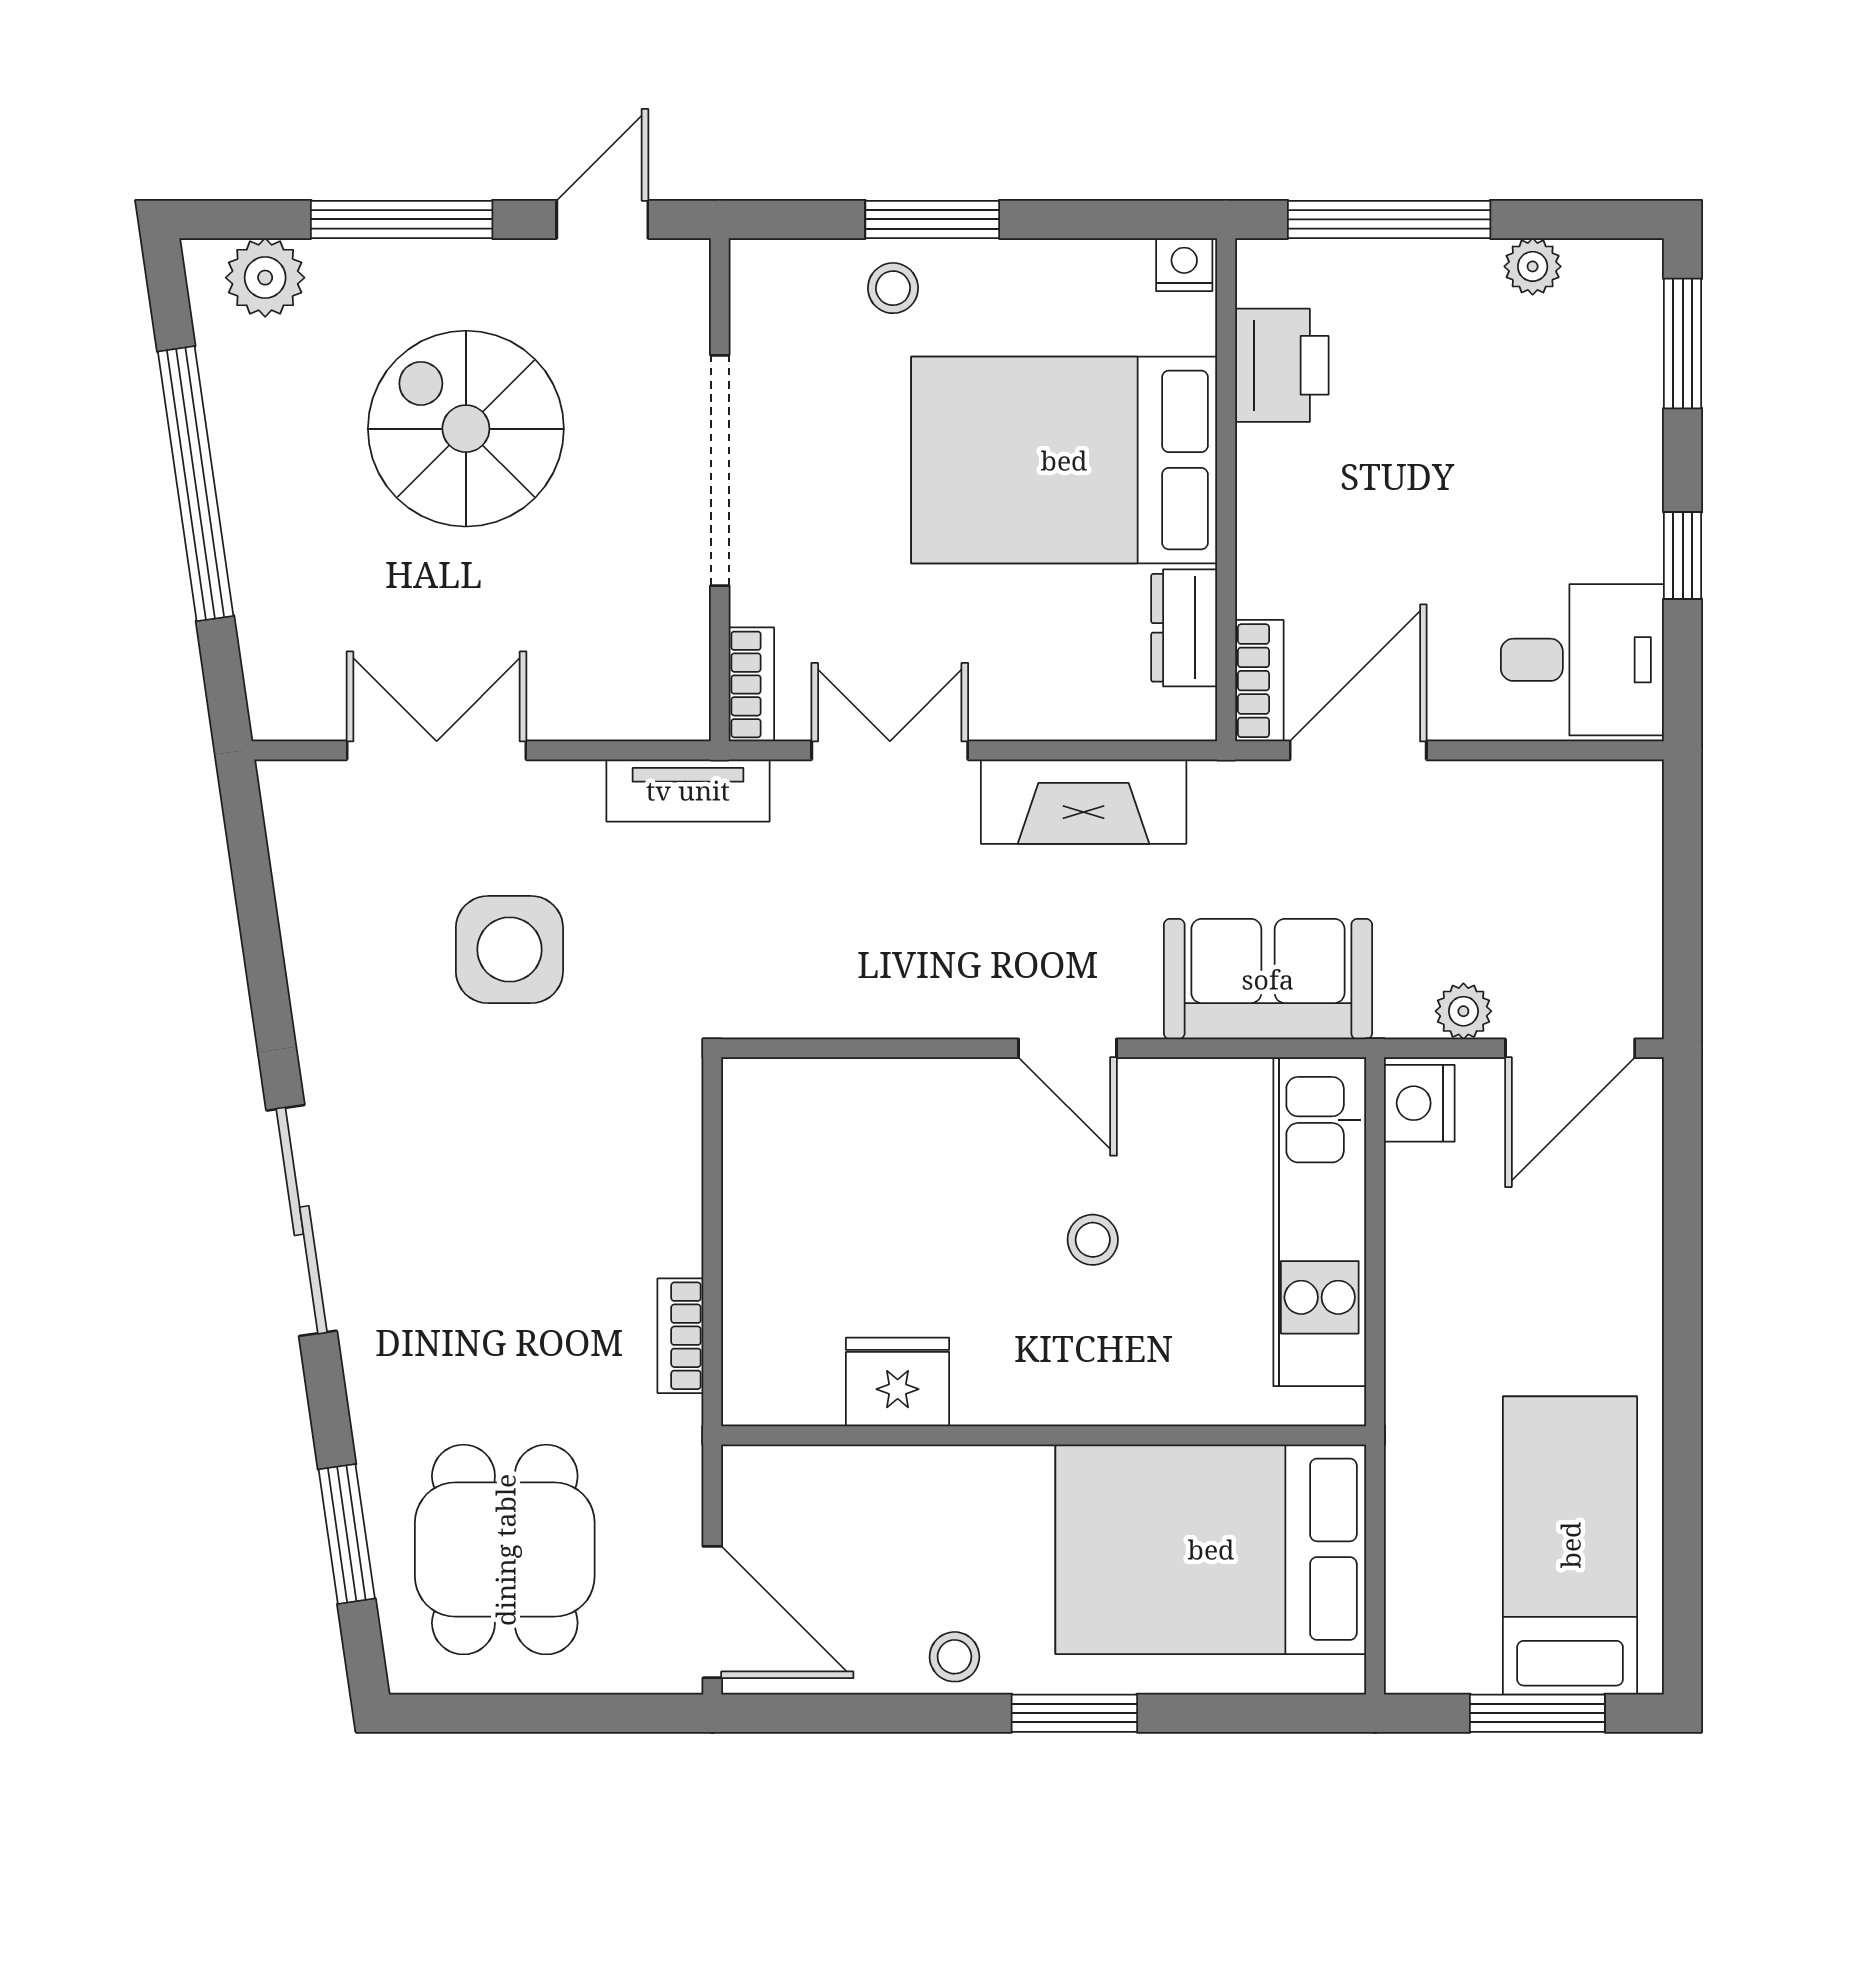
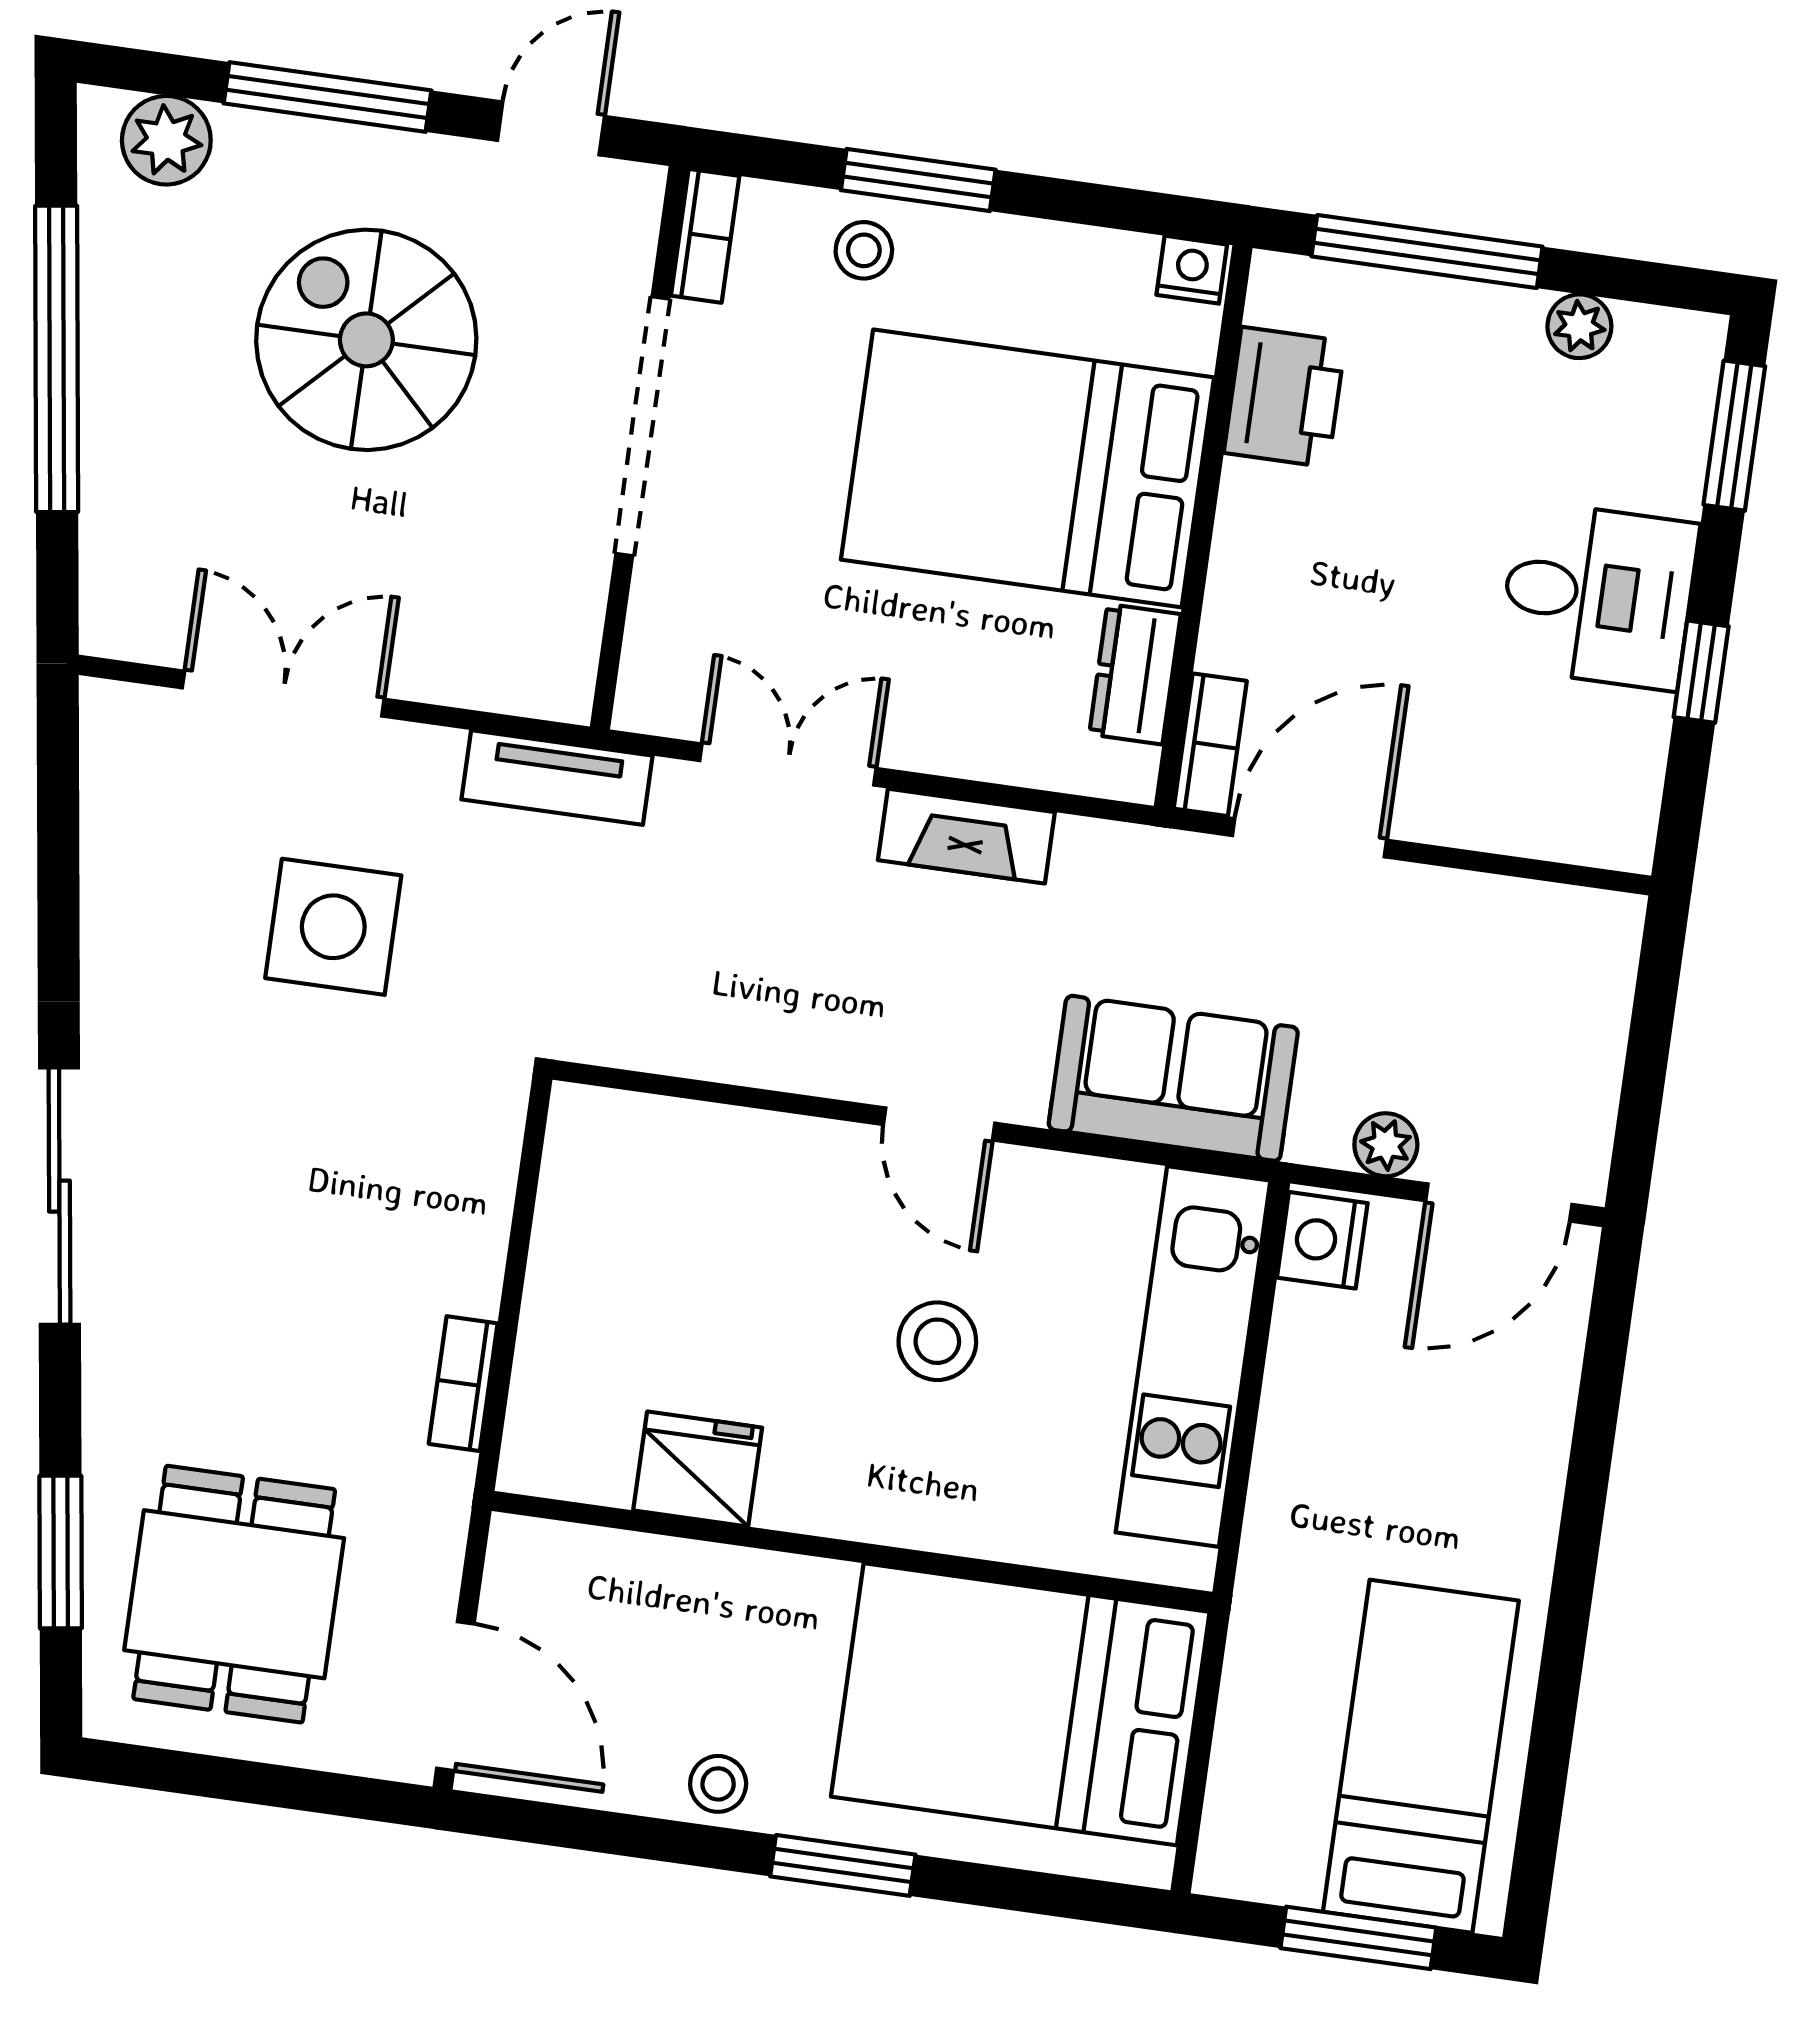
desk: (1582, 660) -> (1598, 595), moved
bookcase: (751, 684) -> (705, 236), moved
fireplace: (1084, 802) -> (966, 836), width x0.73, depth x0.76
stool: (1093, 1240) -> (937, 1341), width x1.37, depth x1.37

